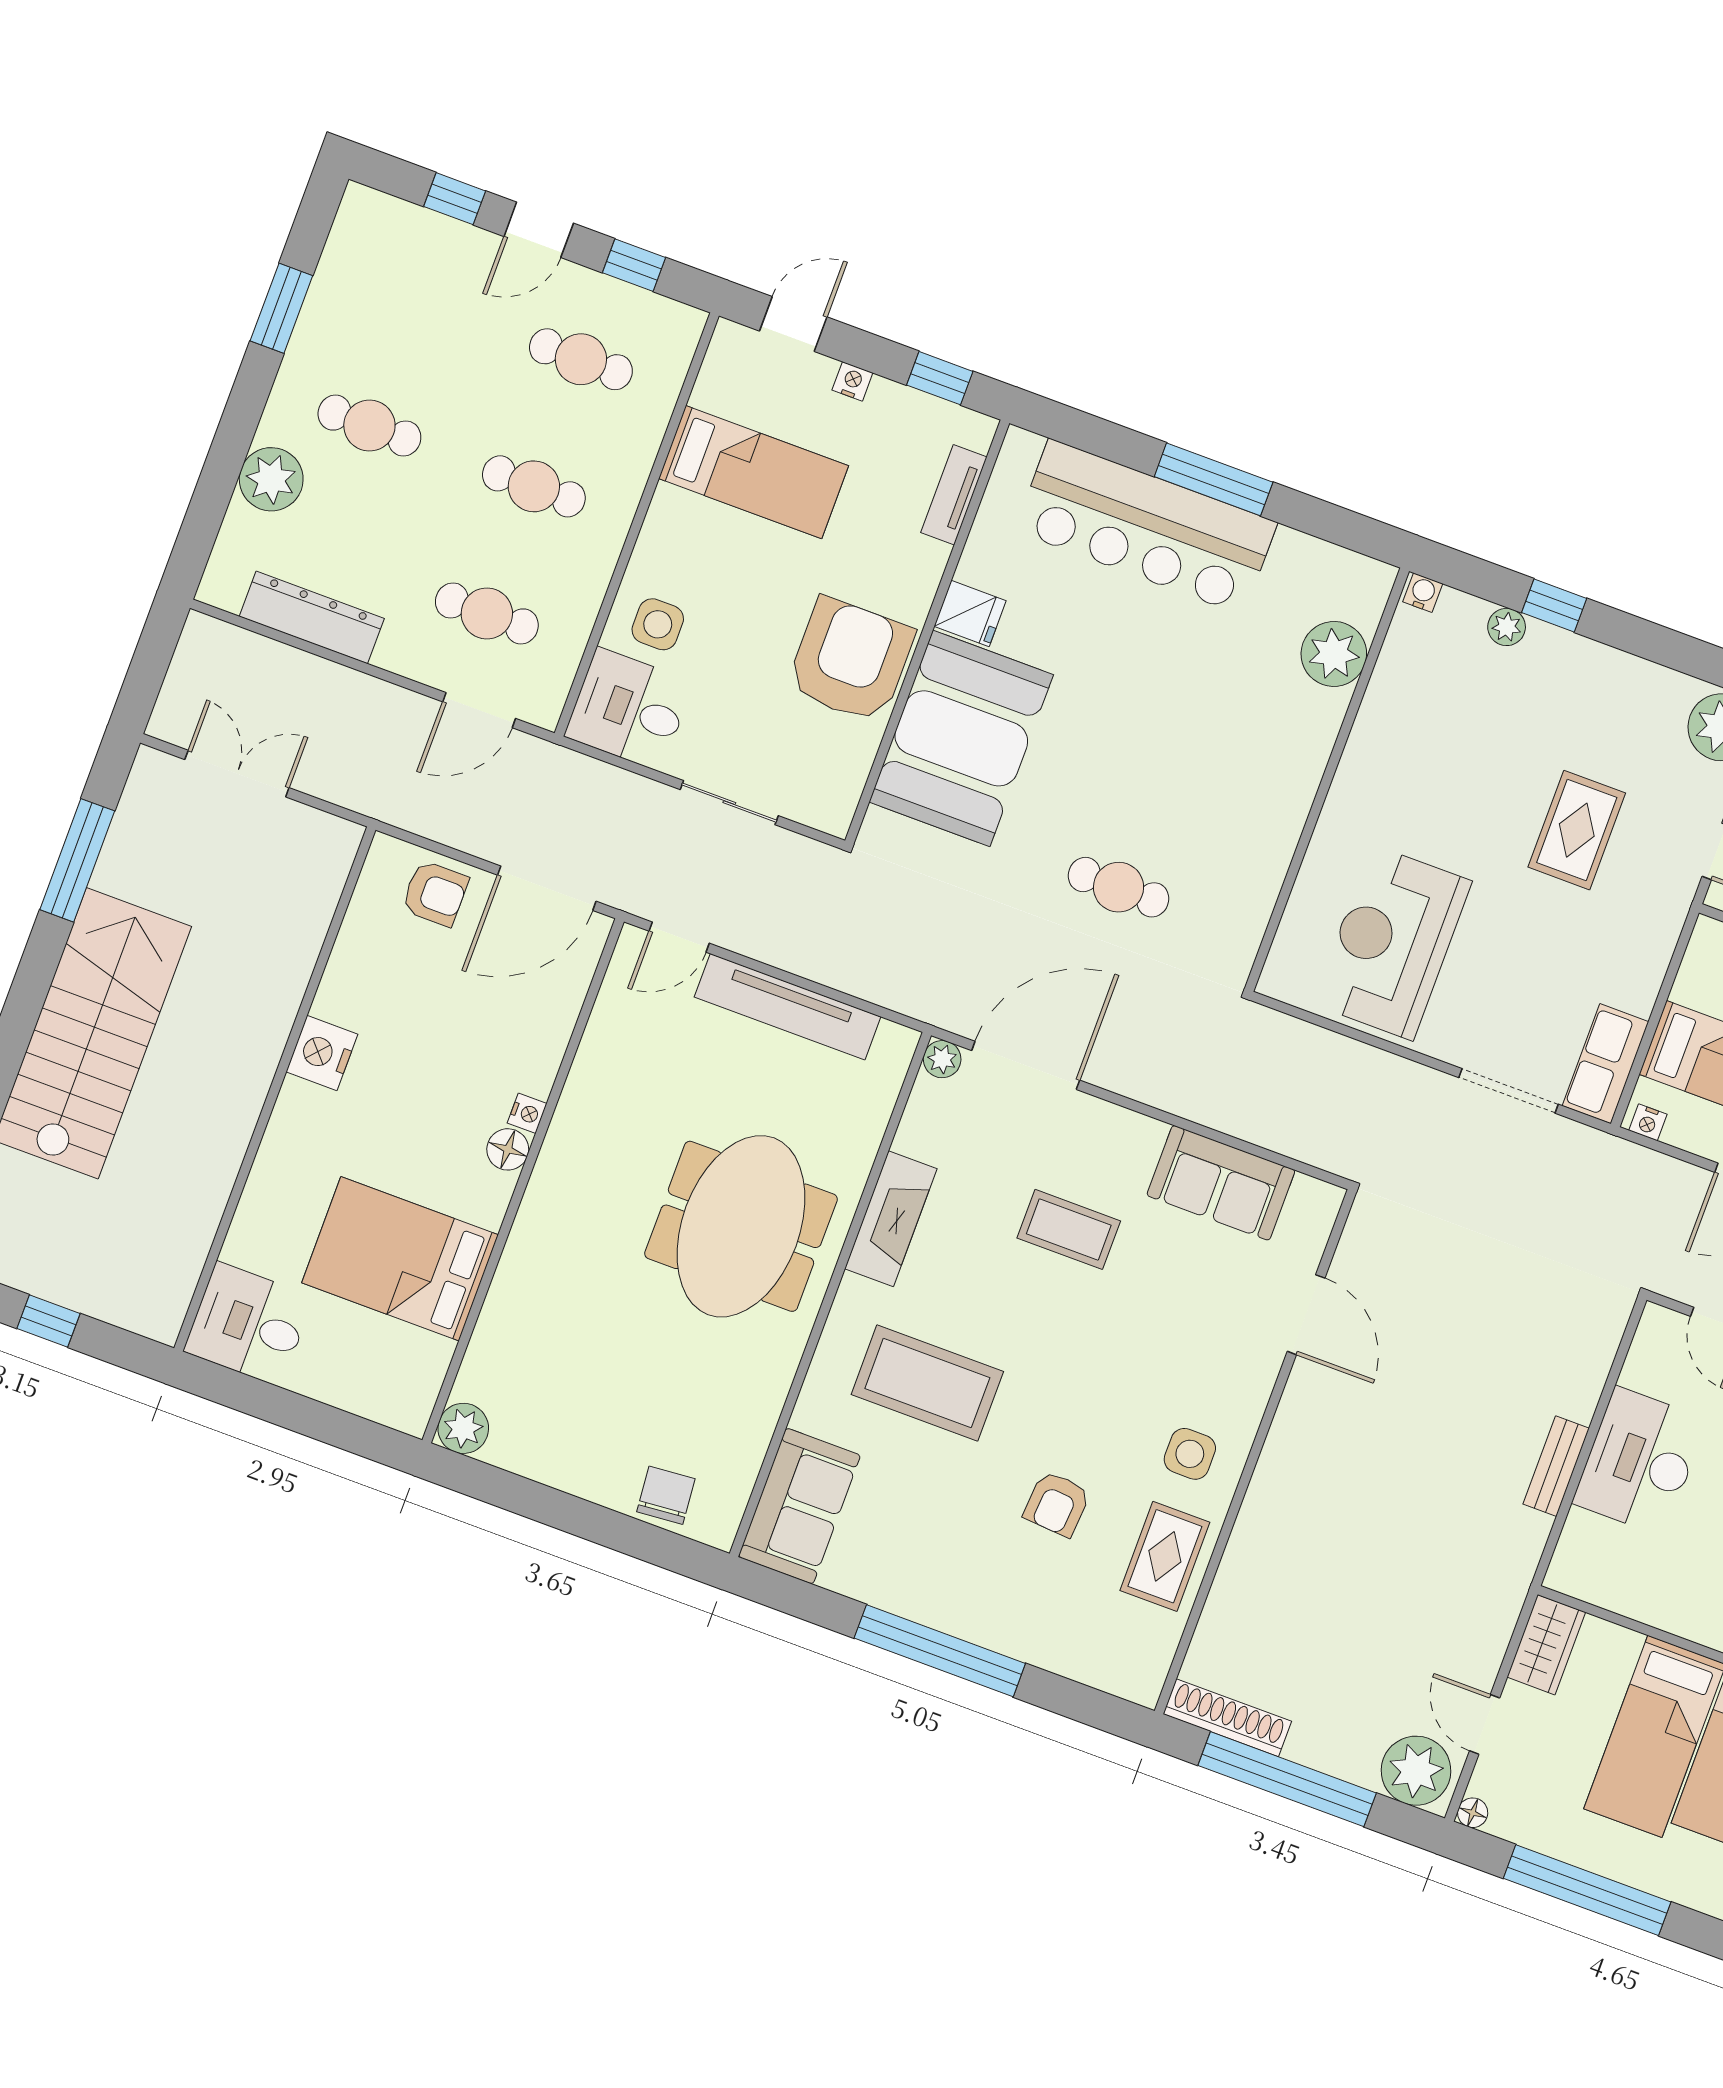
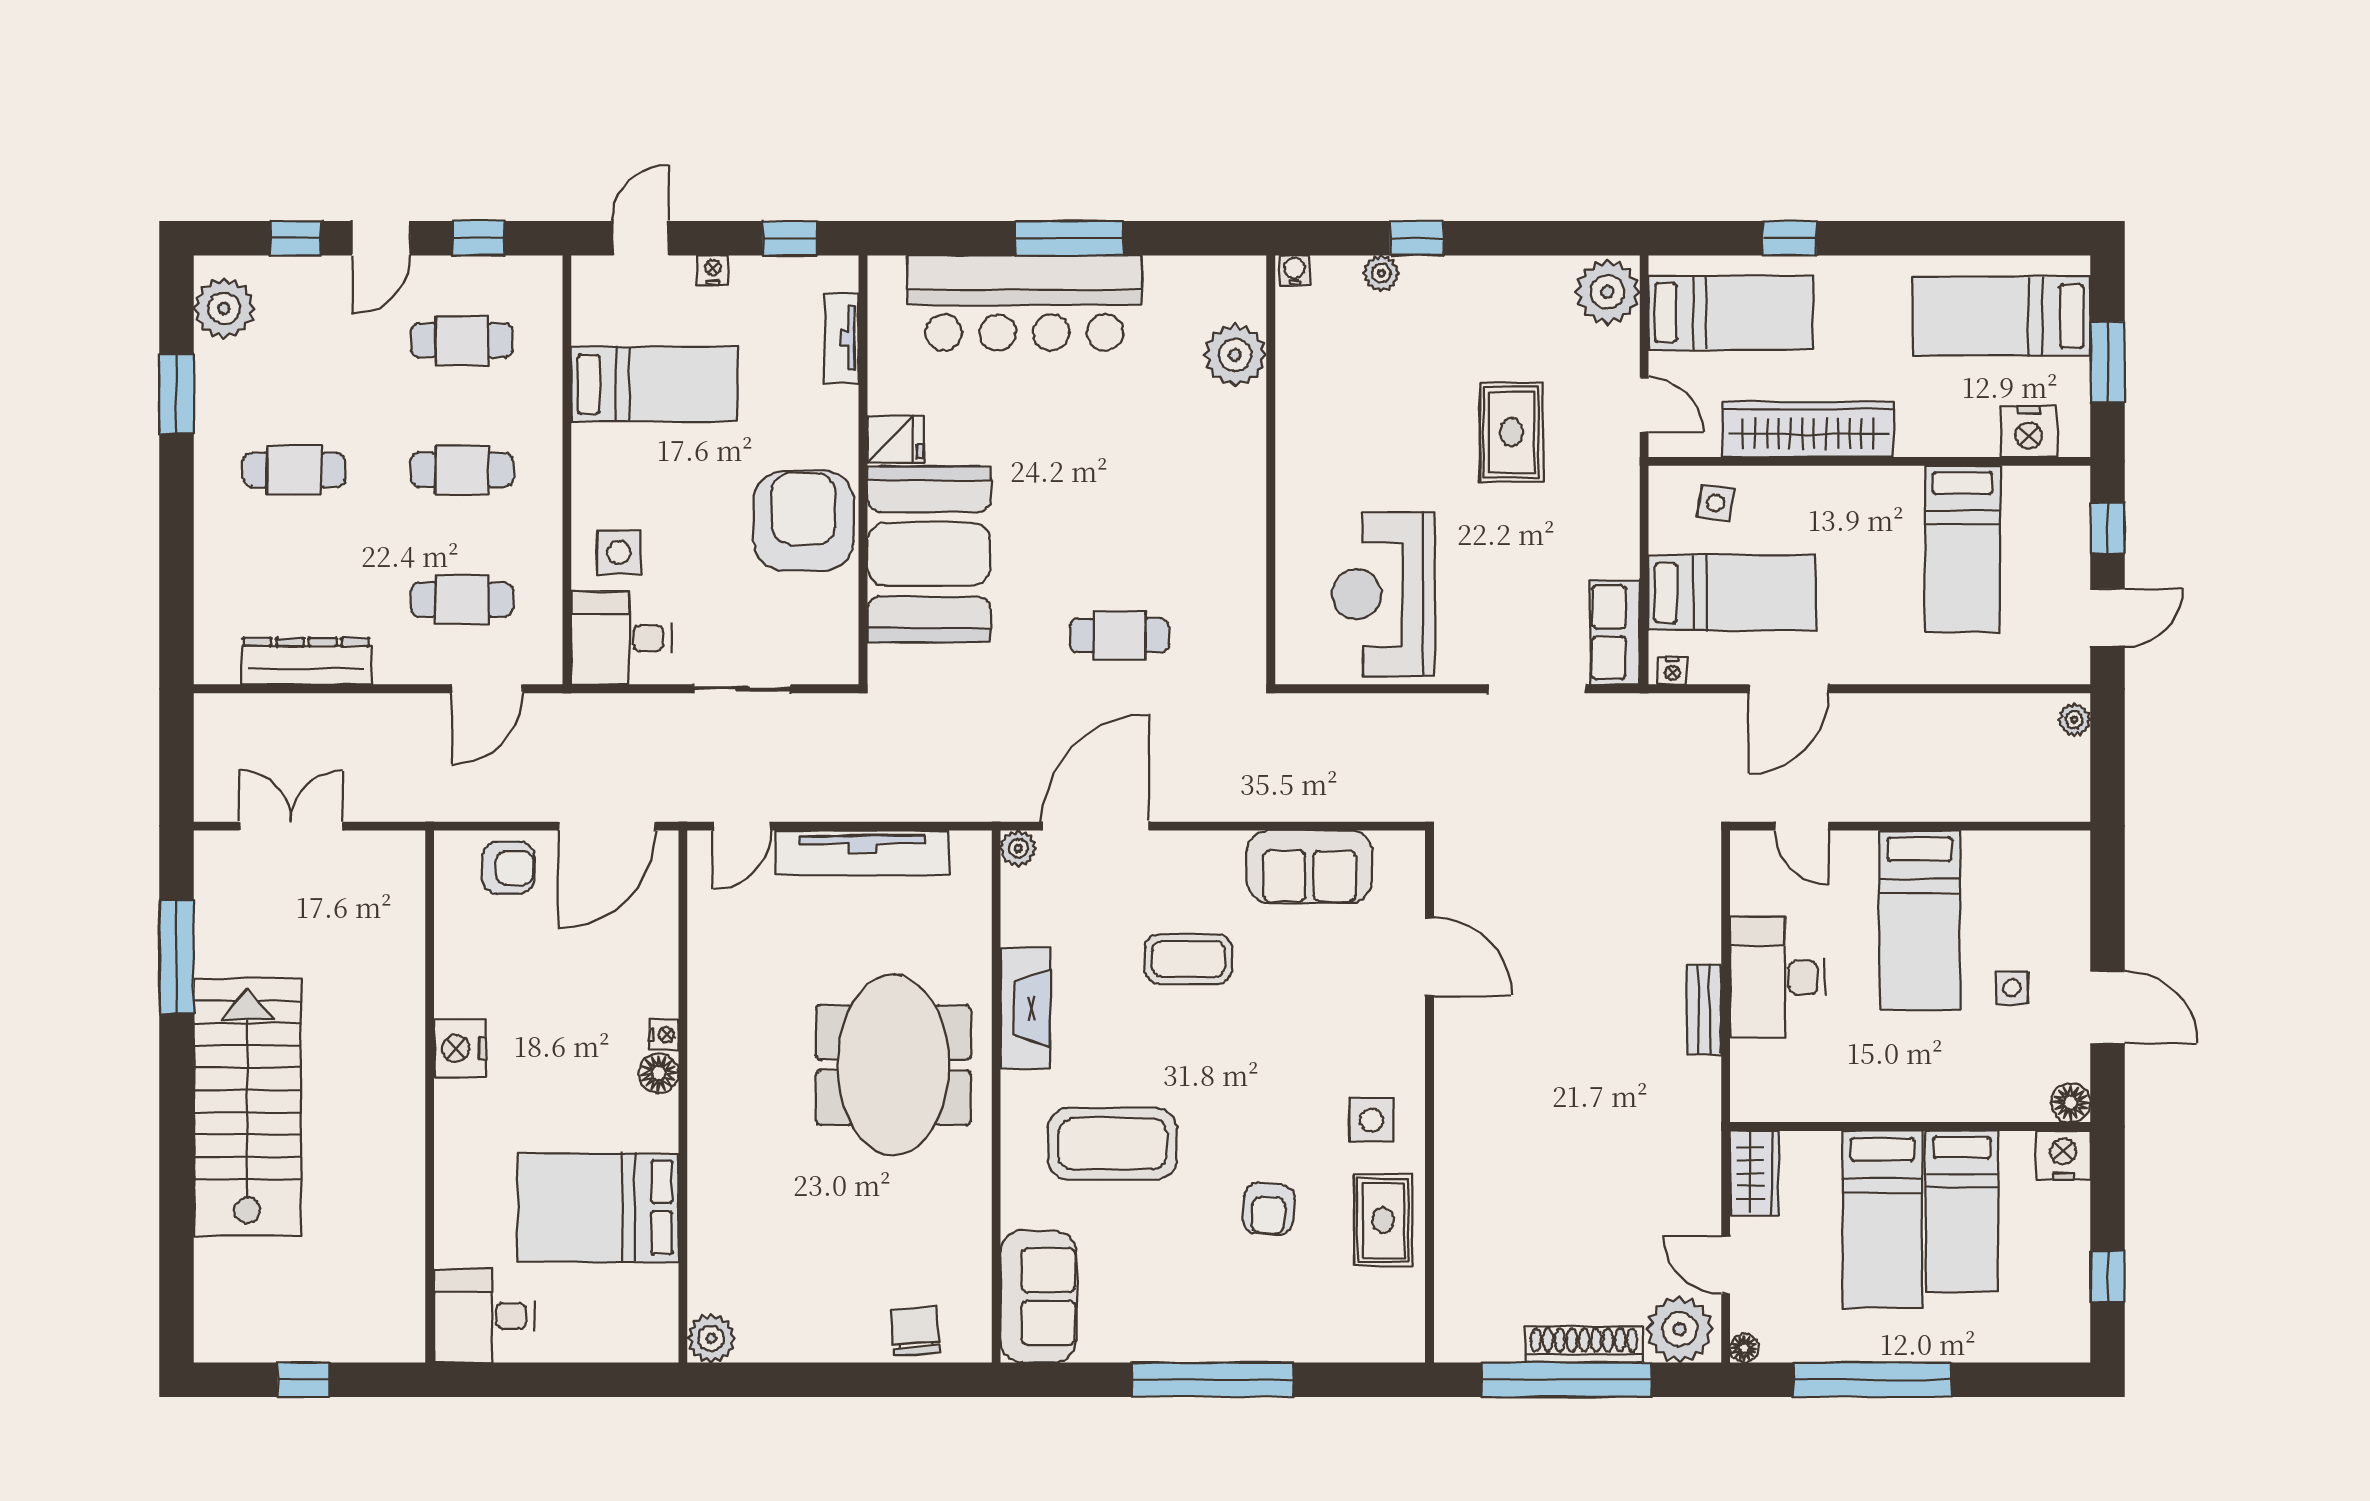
plant: (271, 479) -> (224, 308), moved
shoe rack: (1227, 1718) -> (1584, 1344), moved

